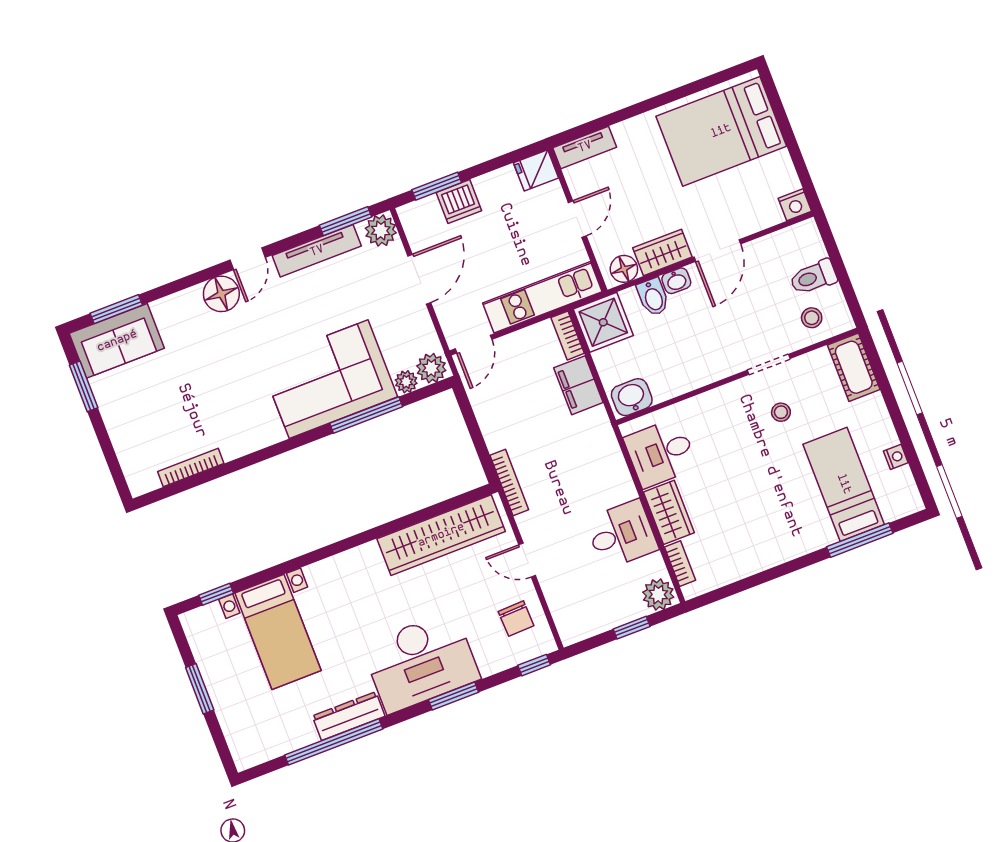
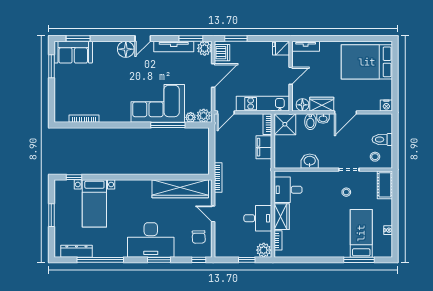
dishwasher: (459, 202) -> (222, 53), moved, turned -90
washbasin: (632, 397) -> (310, 161), moved
dresser: (349, 716) -> (76, 251), moved

